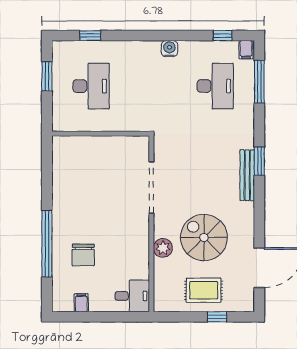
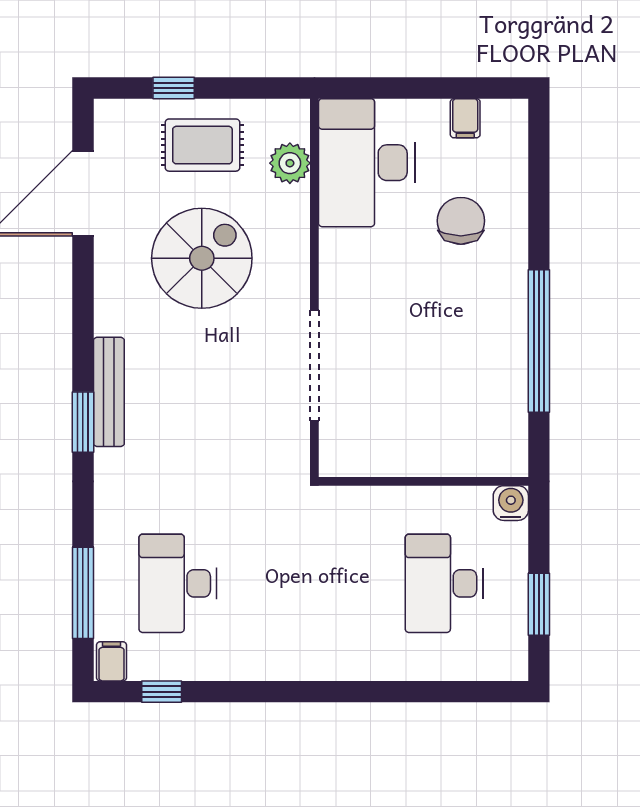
window: (90, 36) -> (446, 692), removed
water cooler: (169, 49) -> (511, 503), moved, turned 180
spiral stairs: (204, 237) -> (202, 258), turned -90
window: (47, 244) -> (539, 341), moved
plant: (163, 248) -> (290, 163), moved
desk: (132, 296) -> (367, 163), width x1.87, depth x1.30

